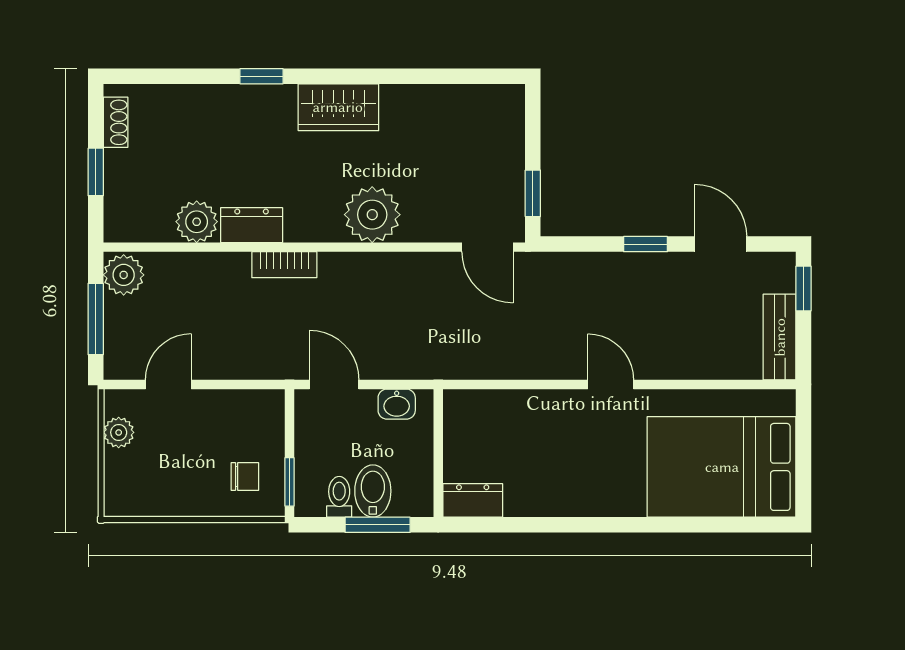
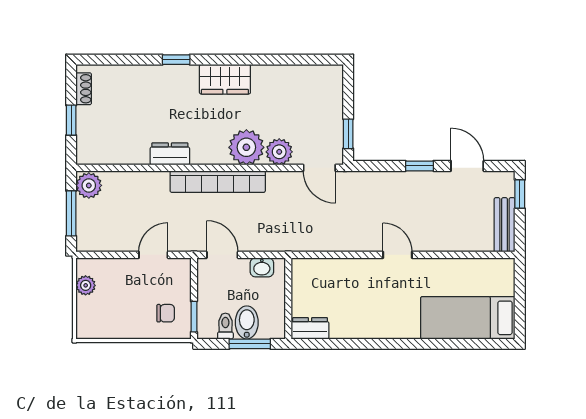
plant: (197, 222) -> (279, 152), moved
bookcase: (284, 265) -> (218, 182), width x2.31, depth x1.31
door: (168, 384) -> (153, 255), moved
bed: (722, 467) -> (468, 318), width x0.67

